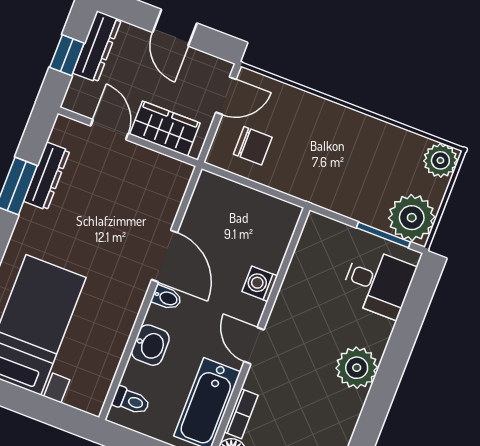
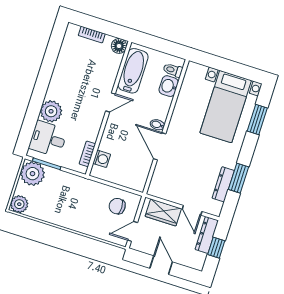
dresser: (97, 47) -> (207, 235), moved
washing machine: (260, 284) -> (102, 159), moved
washbasin: (150, 345) -> (169, 86), moved
door: (254, 346) -> (111, 102), hinge flipped
plant: (357, 368) -> (51, 111), moved
bookcase: (241, 414) -> (87, 154), moved

